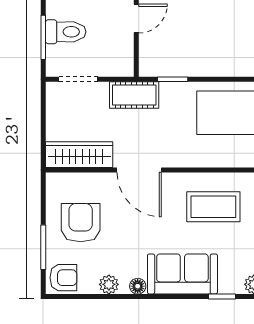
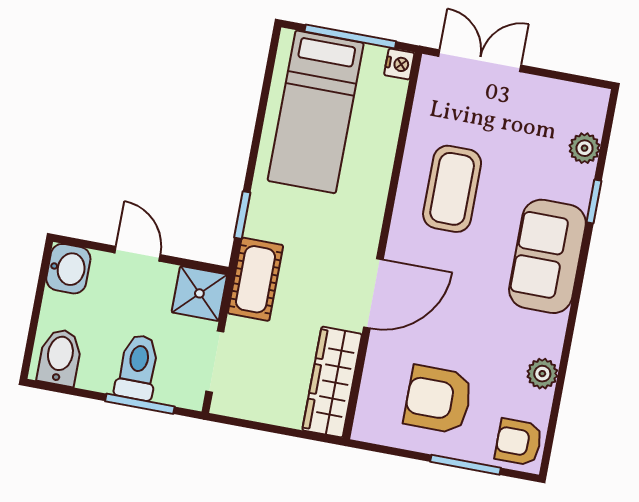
shower: (119, 62) -> (199, 293), added
armchair: (63, 278) -> (519, 442), turned -90
floor lamp: (138, 286) -> (553, 329), removed

